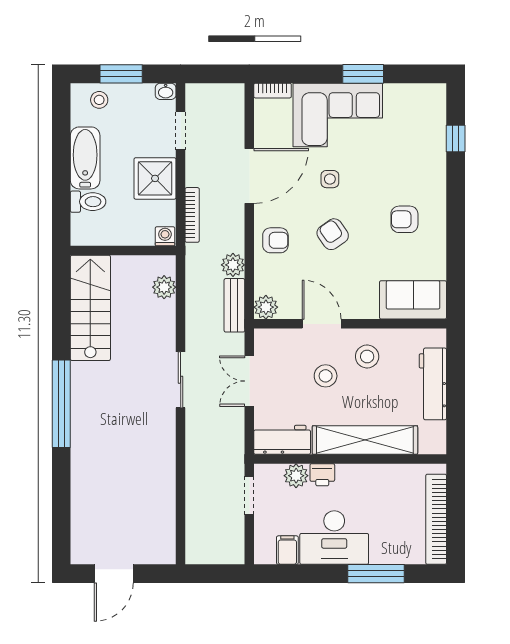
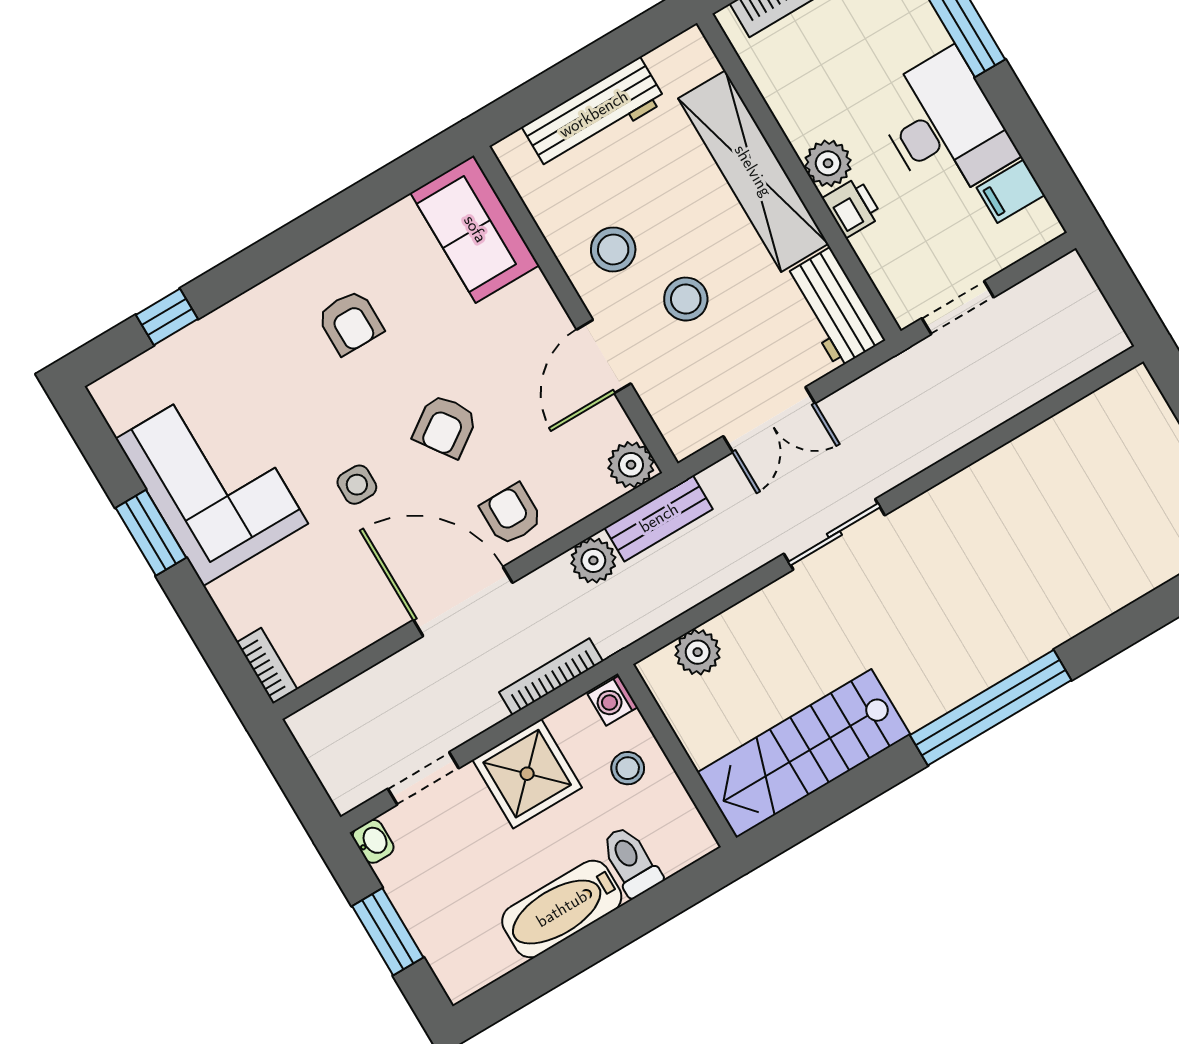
stool: (99, 100) -> (628, 768), moved
corner sofa: (338, 115) -> (212, 481), moved
door: (249, 176) -> (463, 601), moved
plant: (296, 476) -> (828, 163), moved

